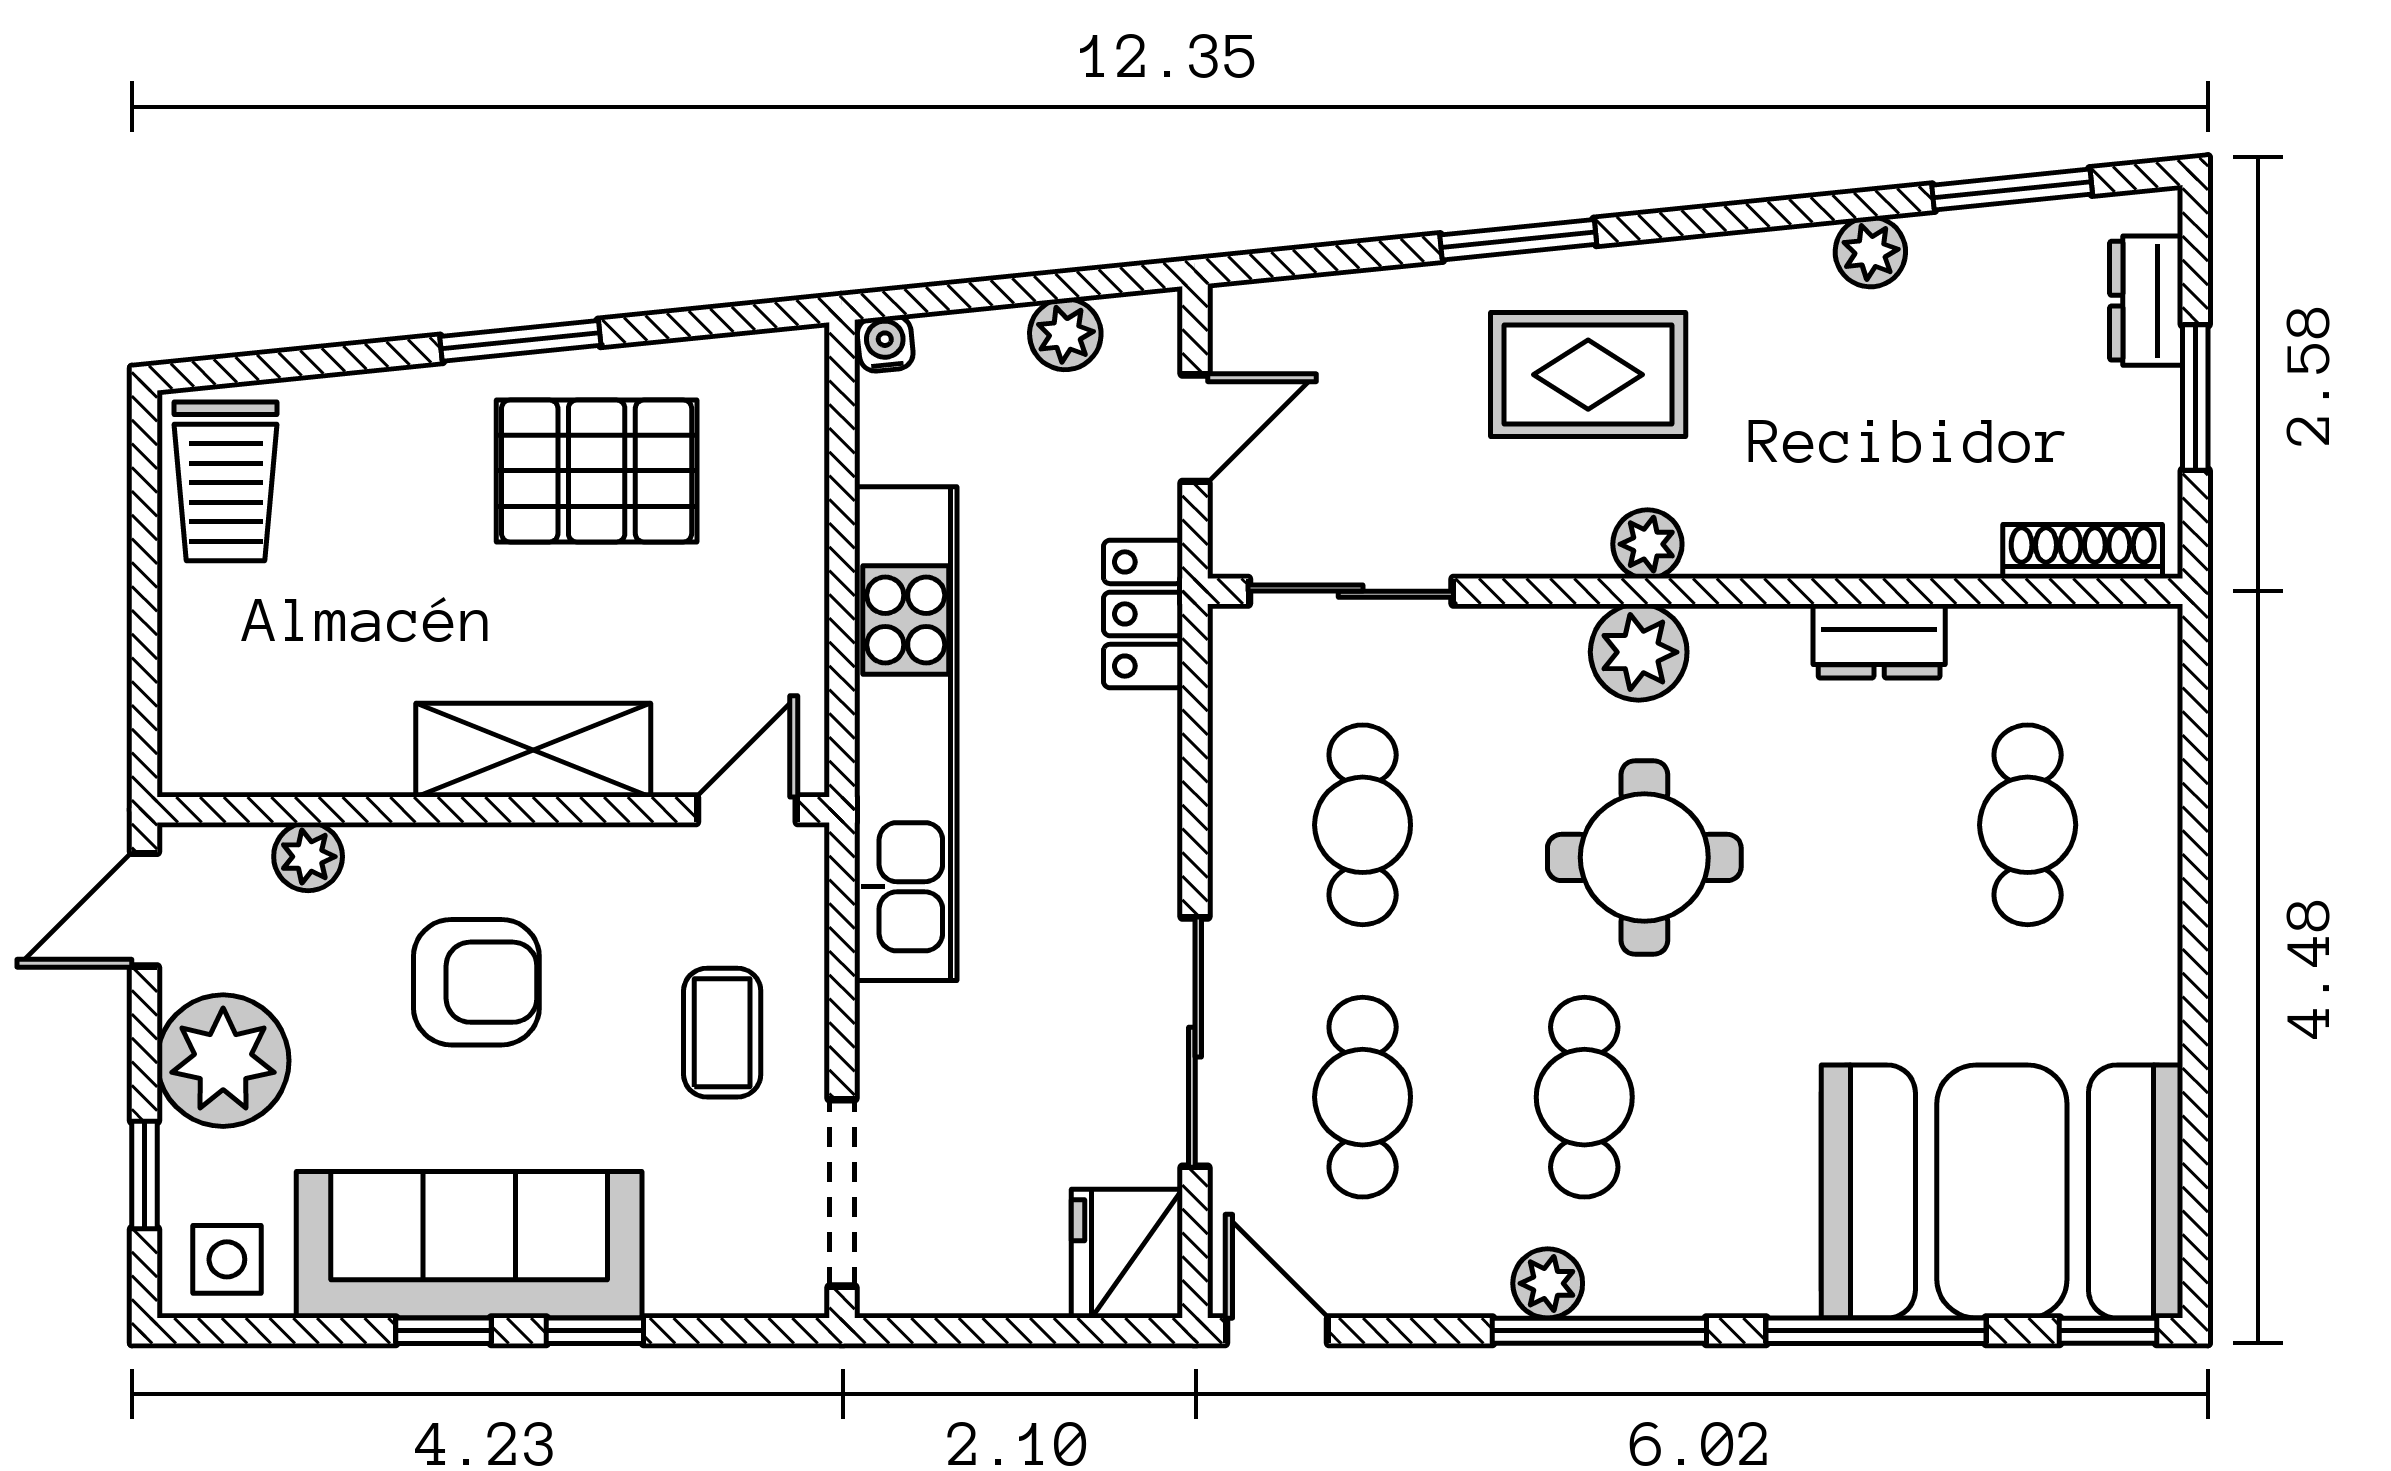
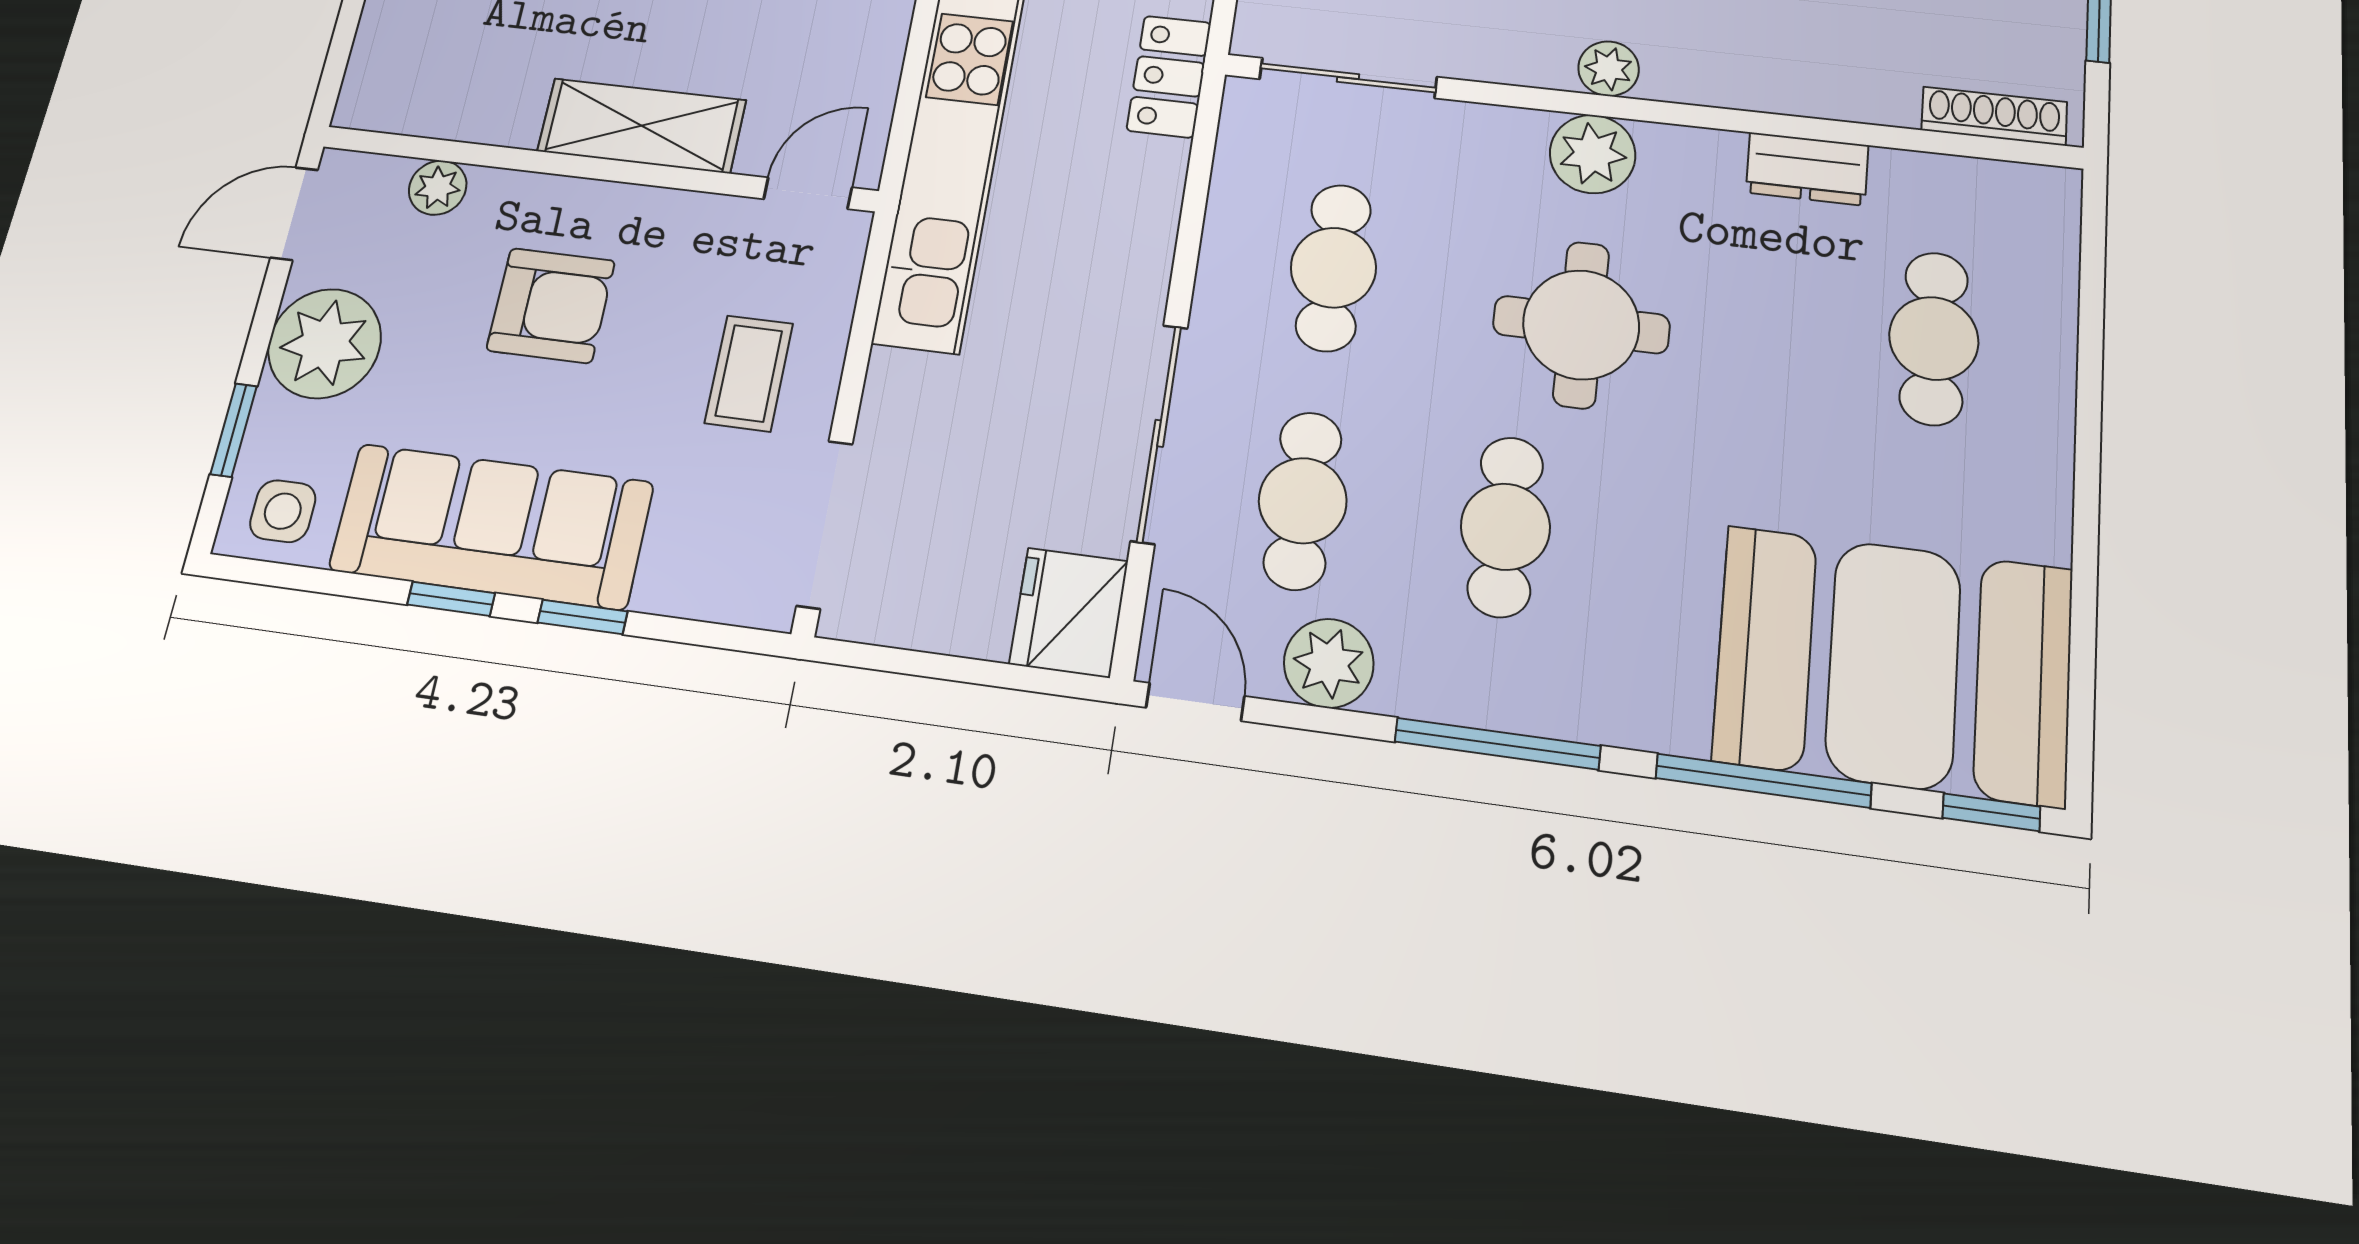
plant: (1548, 1283) -> (1329, 663), moved, width x1.38, depth x1.38

